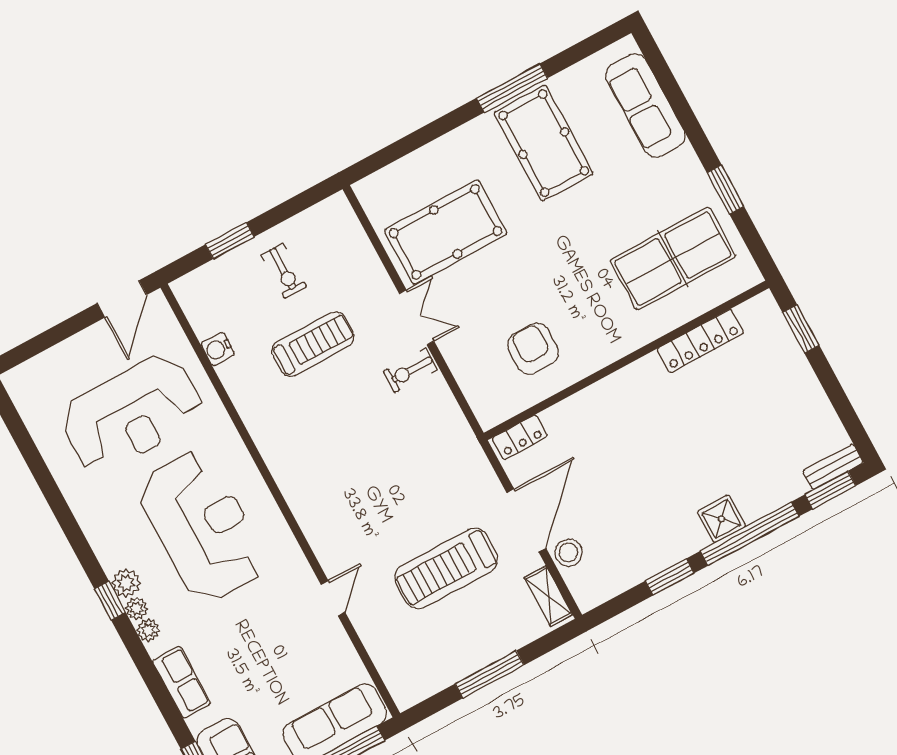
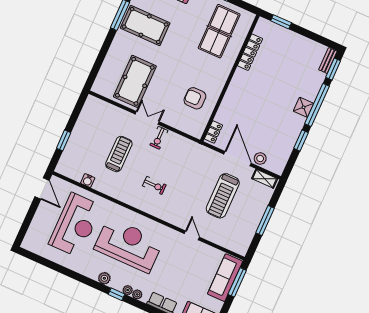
exercise bike: (284, 271) -> (154, 185), moved
plant: (126, 583) -> (104, 278), moved

